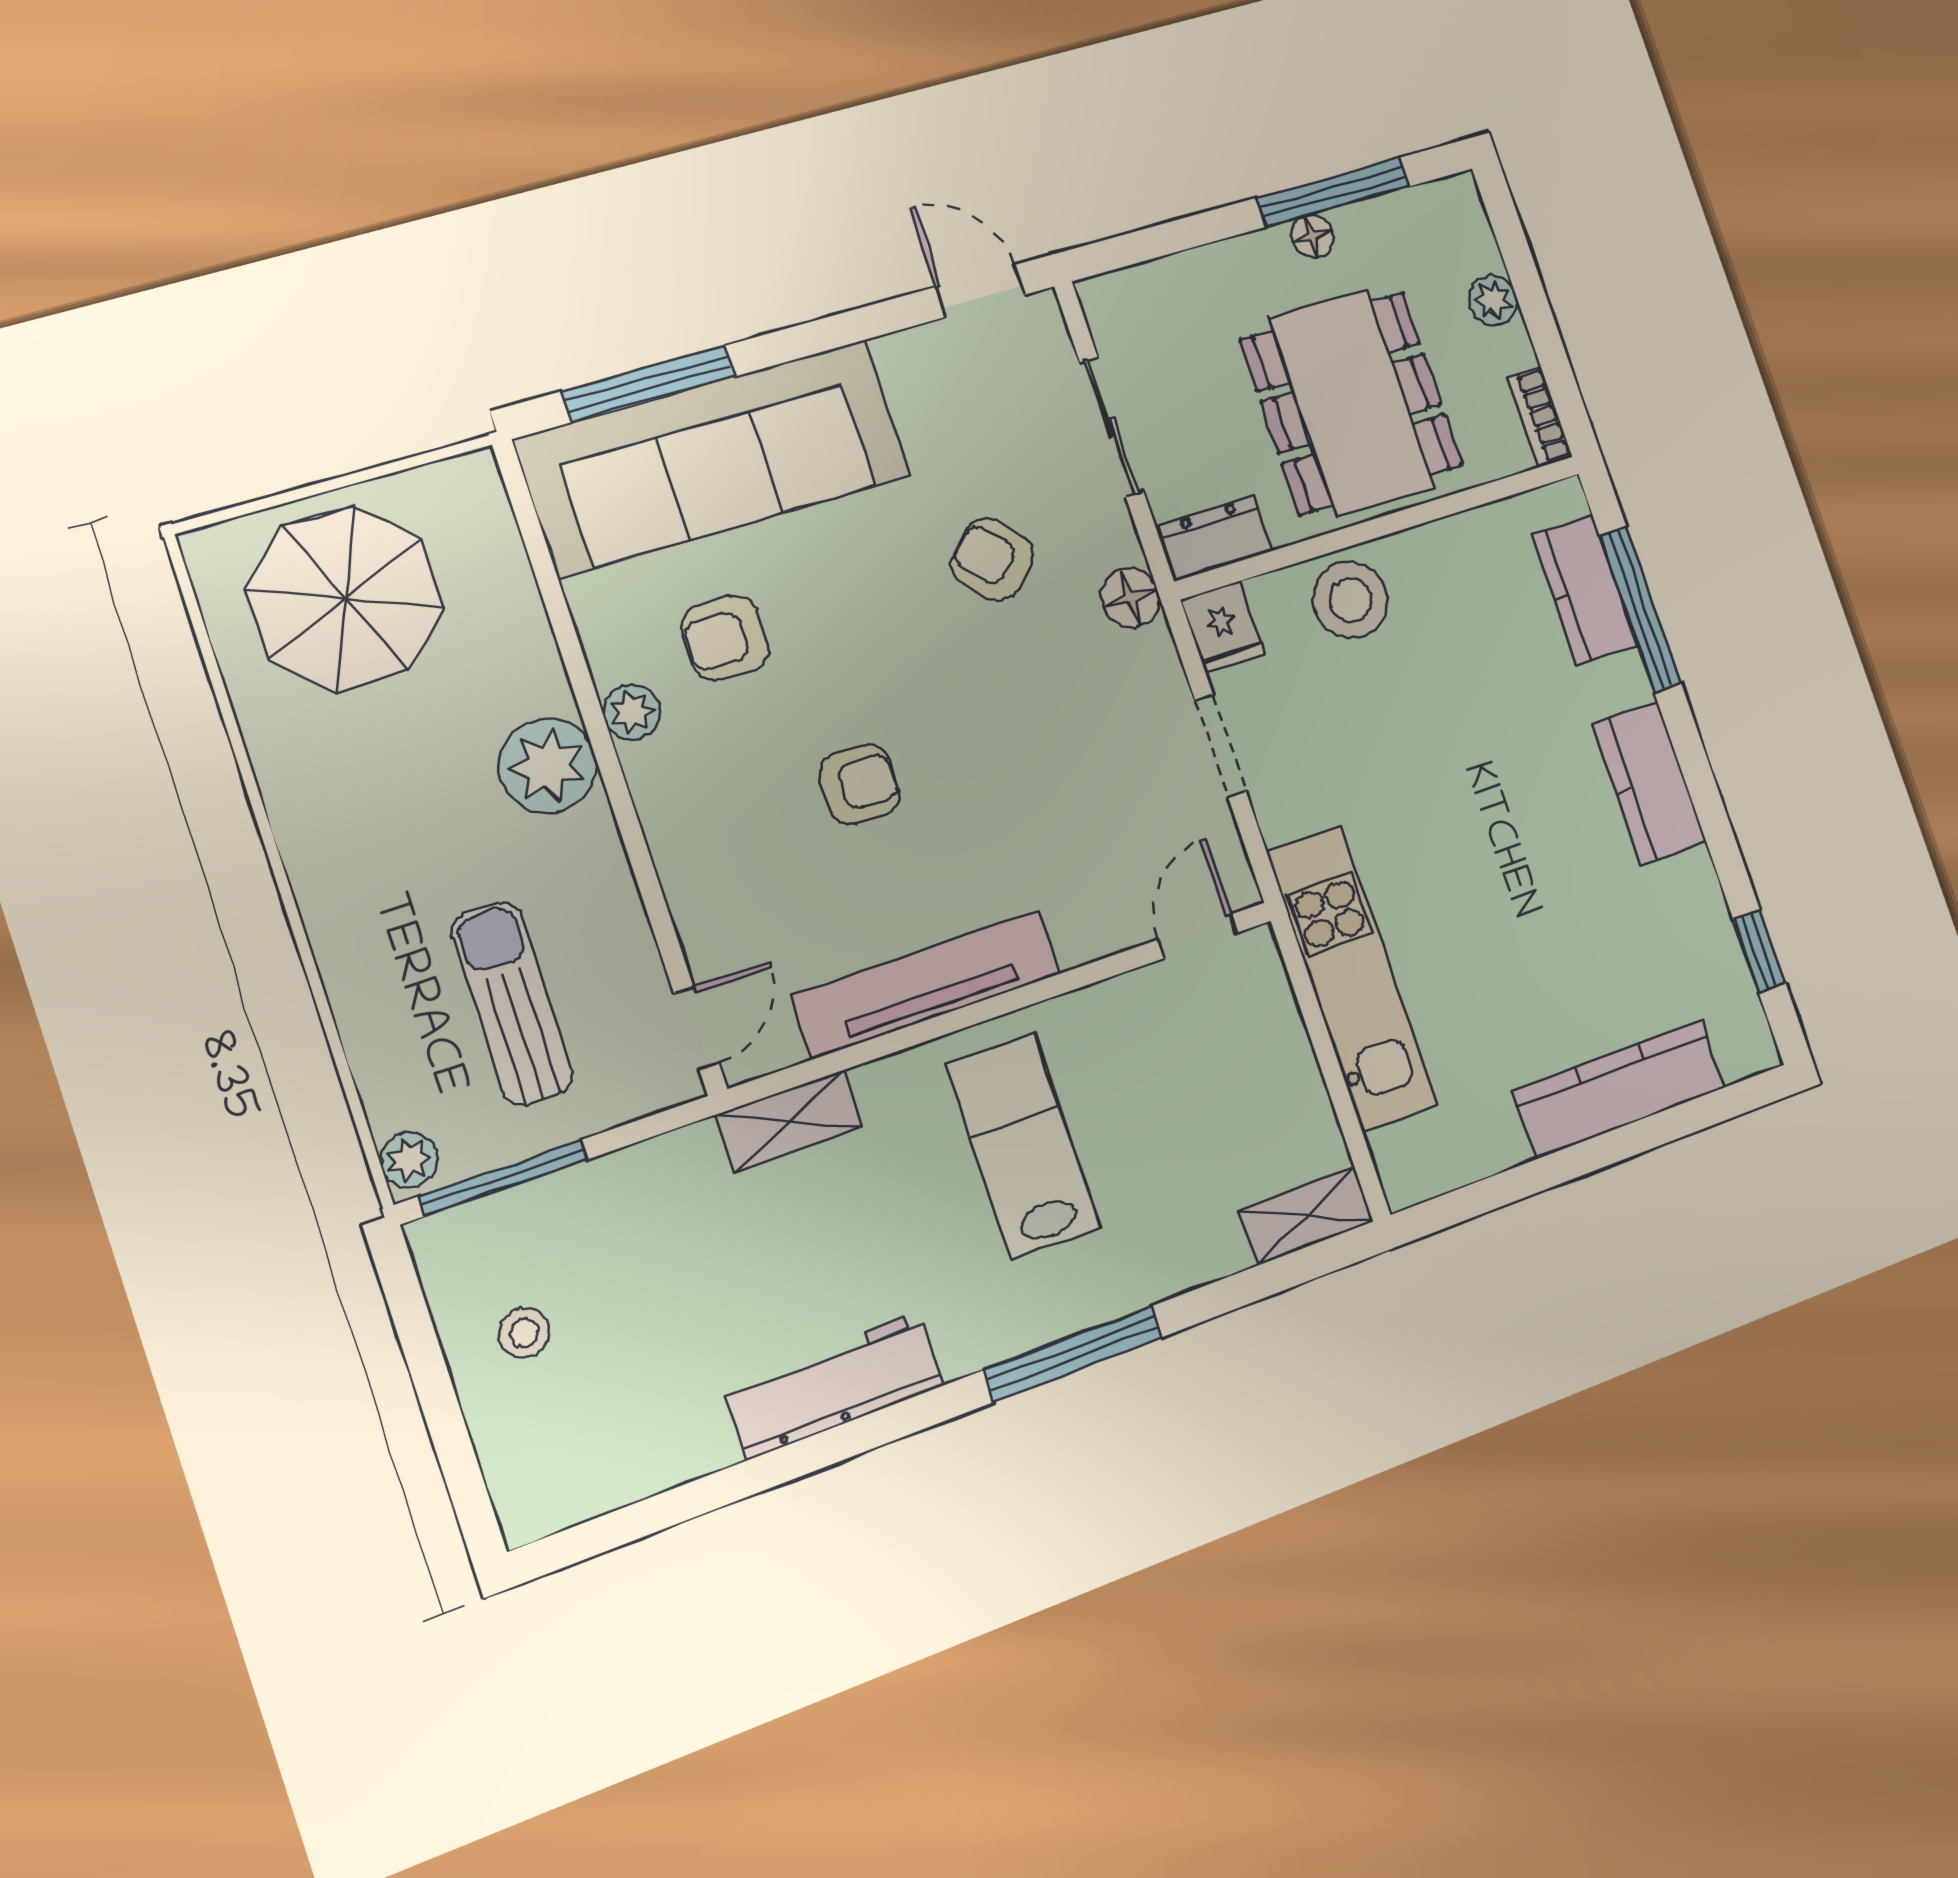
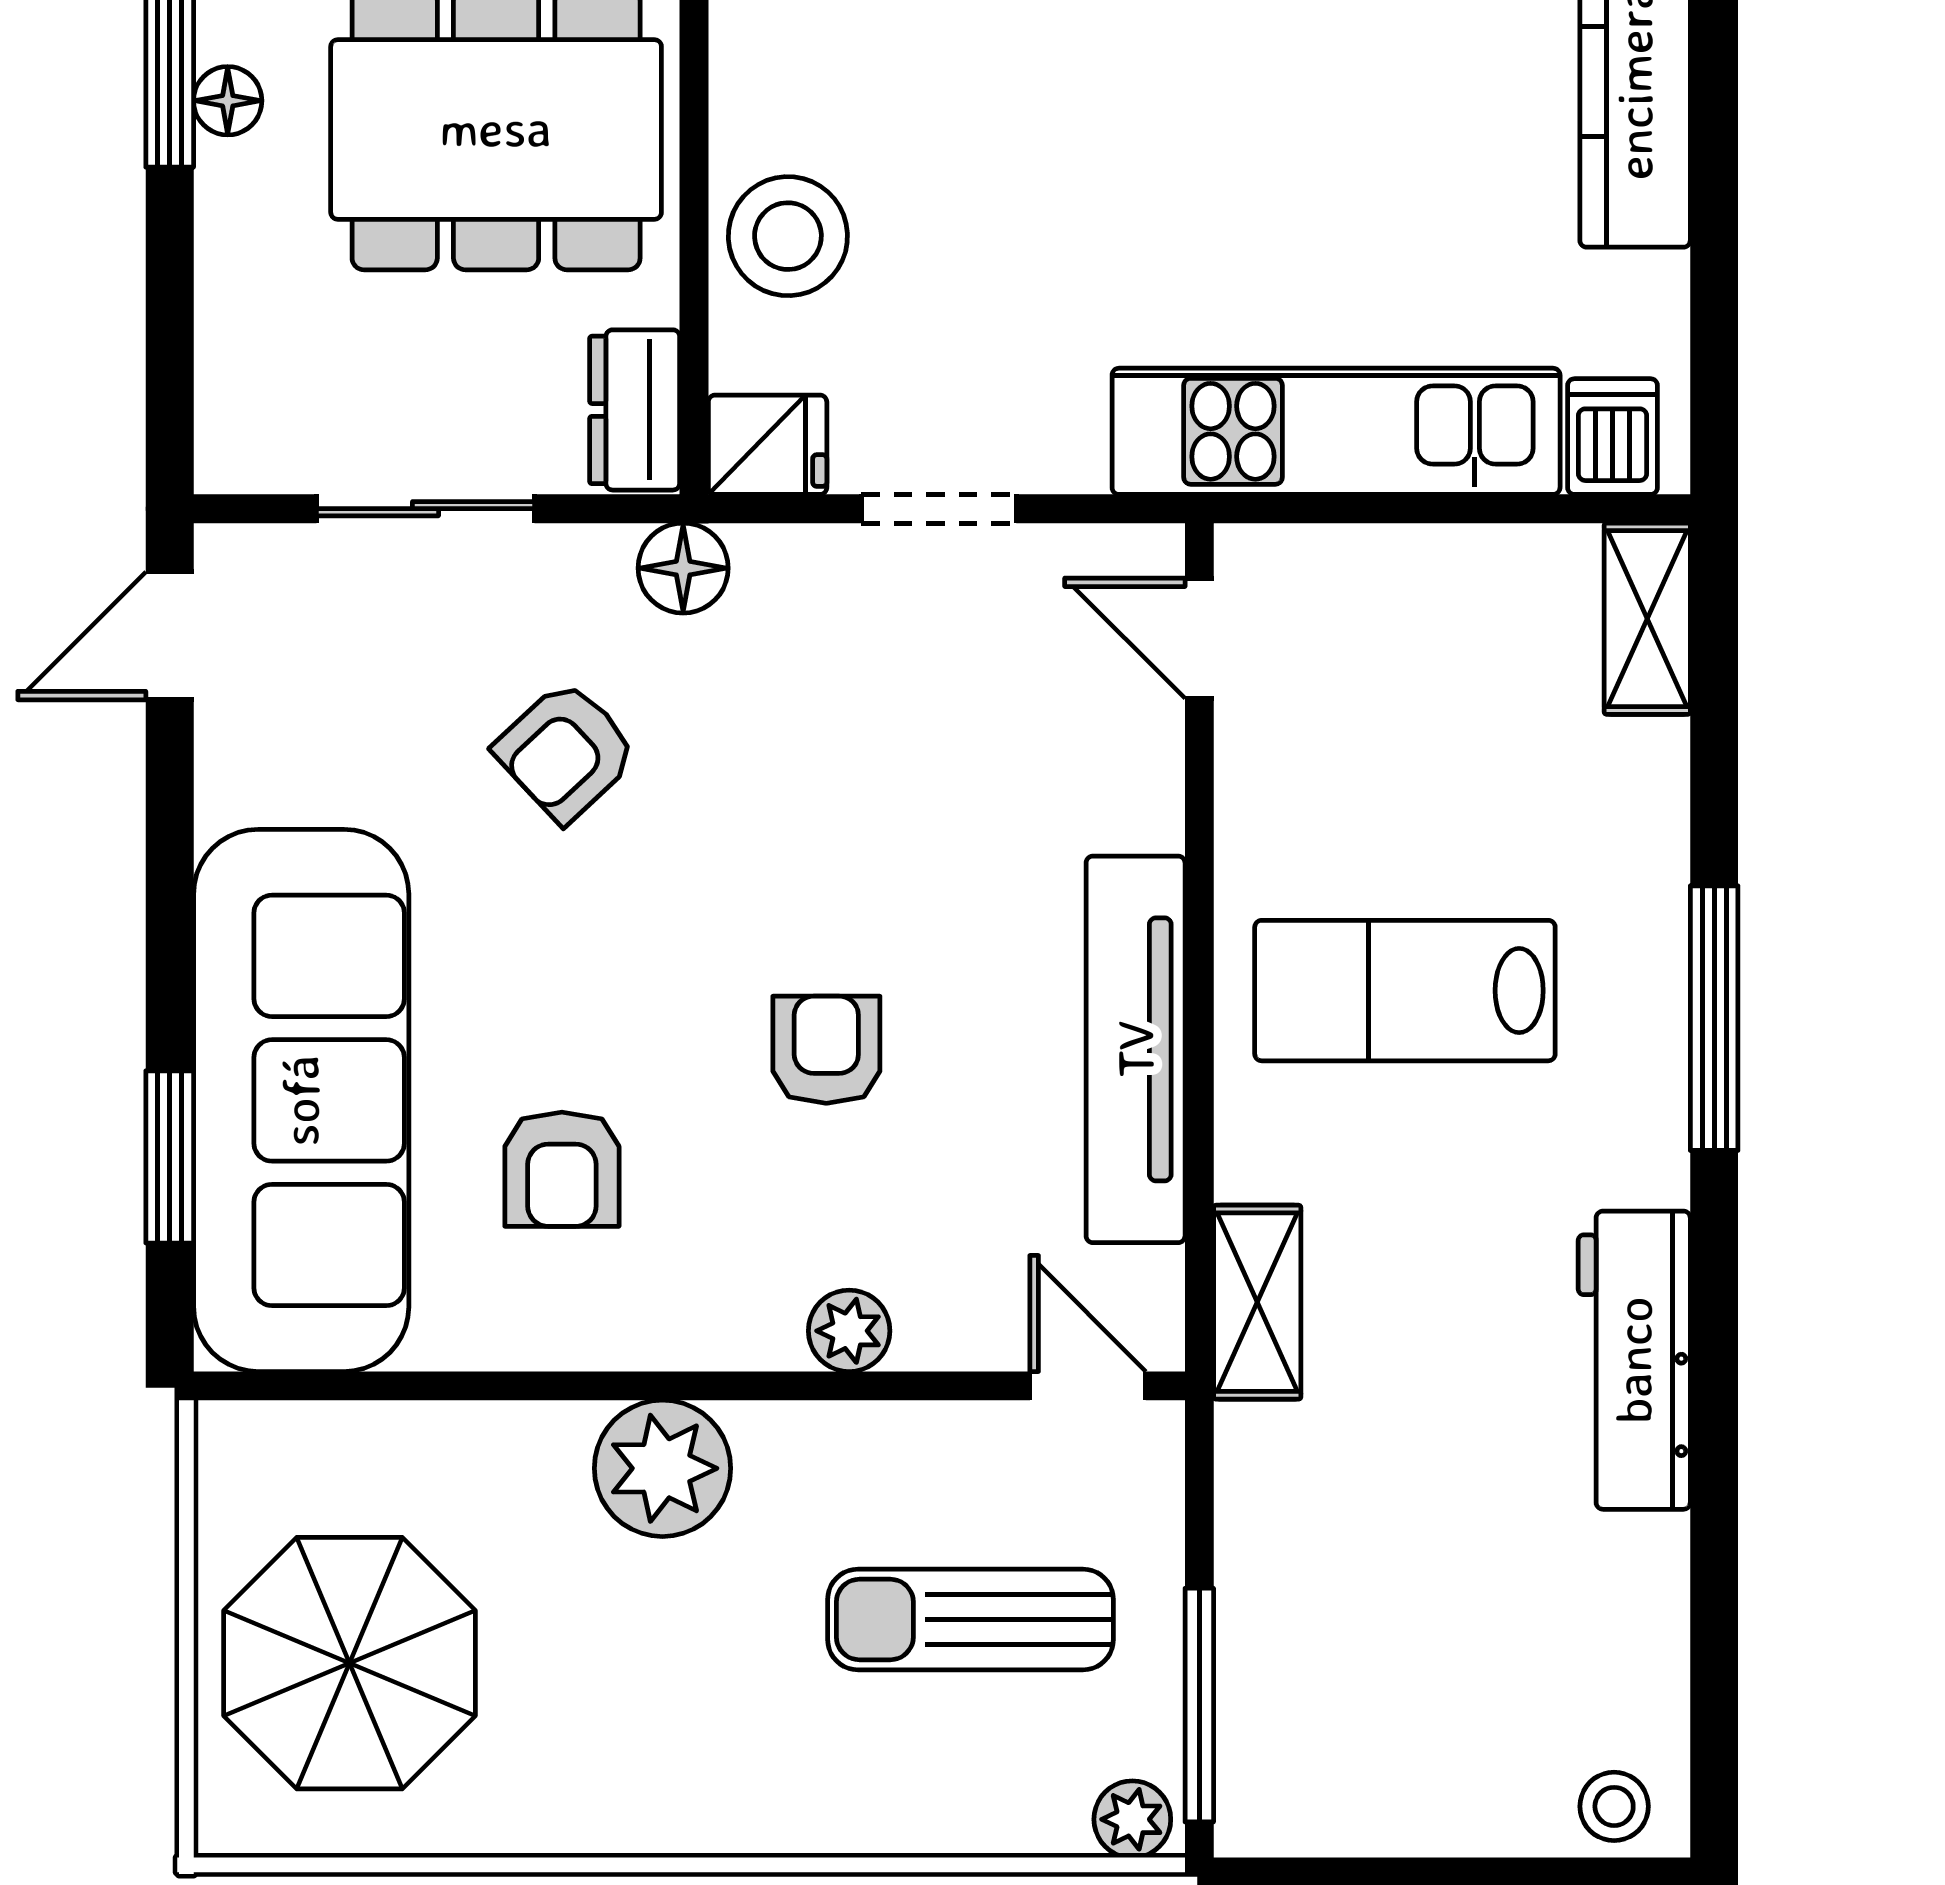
window: (649, 384) -> (170, 1157), width x0.69
plant: (632, 712) -> (849, 1331), moved
dishwasher: (1408, 1153) -> (1613, 437), added
stool: (524, 1333) -> (1614, 1806), moved

